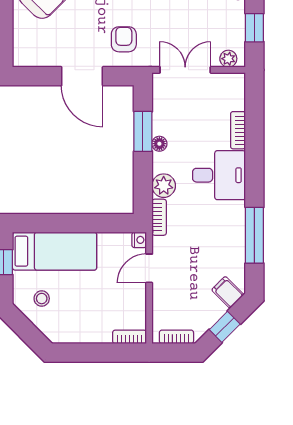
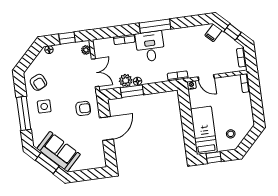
armchair: (124, 39) -> (83, 108), turned 180
double door: (185, 70) -> (95, 73), swing flipped
plant: (164, 186) -> (126, 80), moved
window: (254, 235) -> (155, 26), moved

